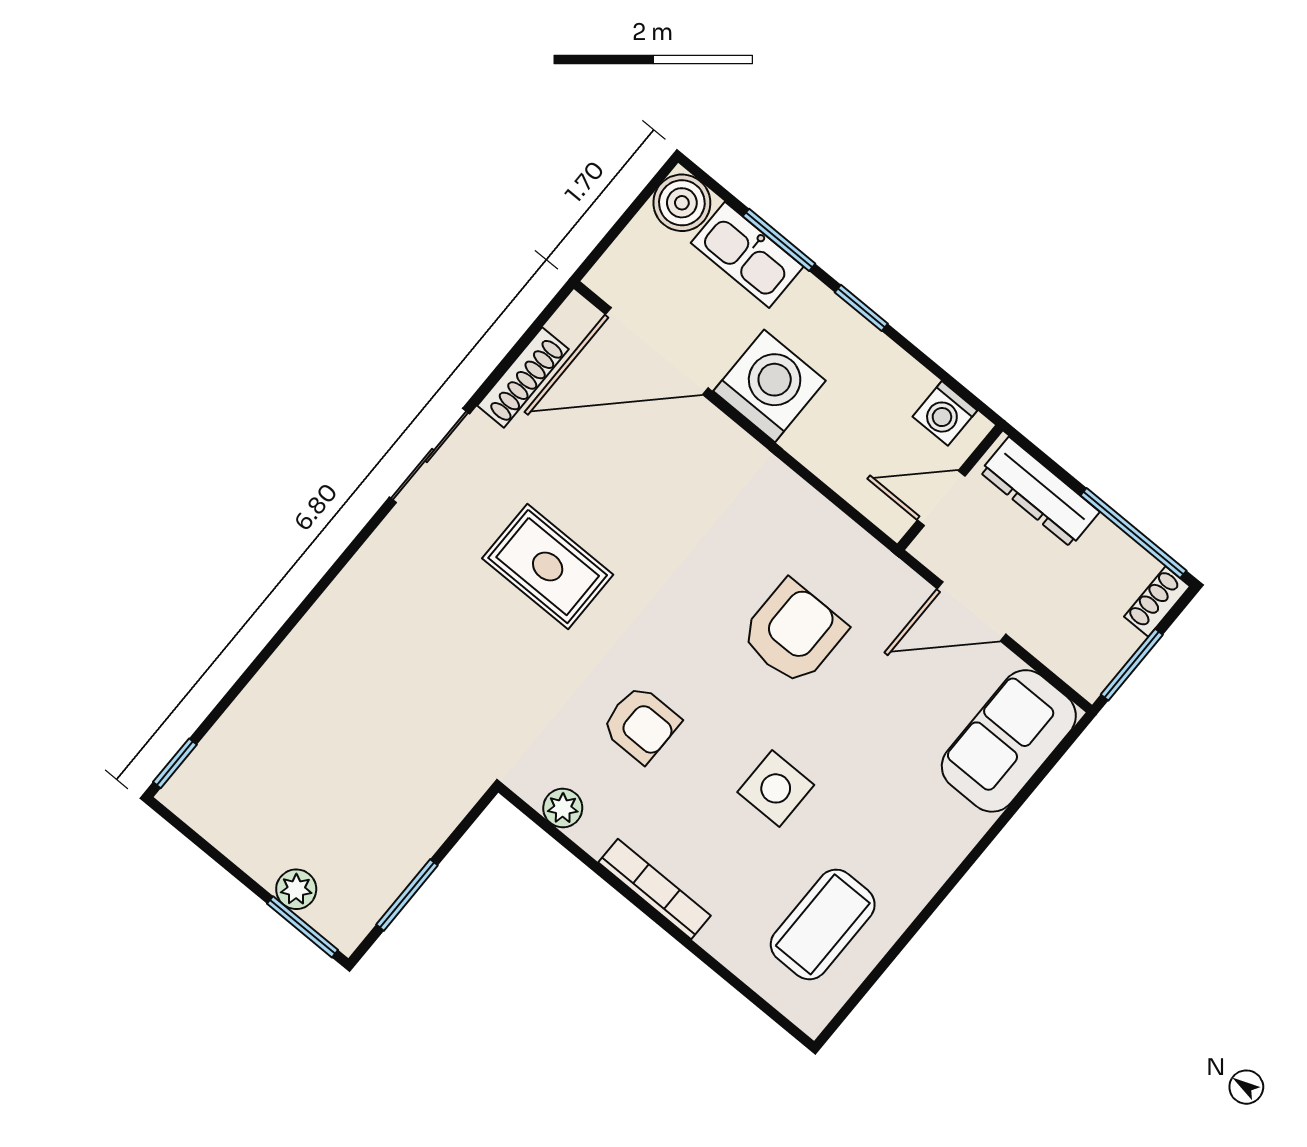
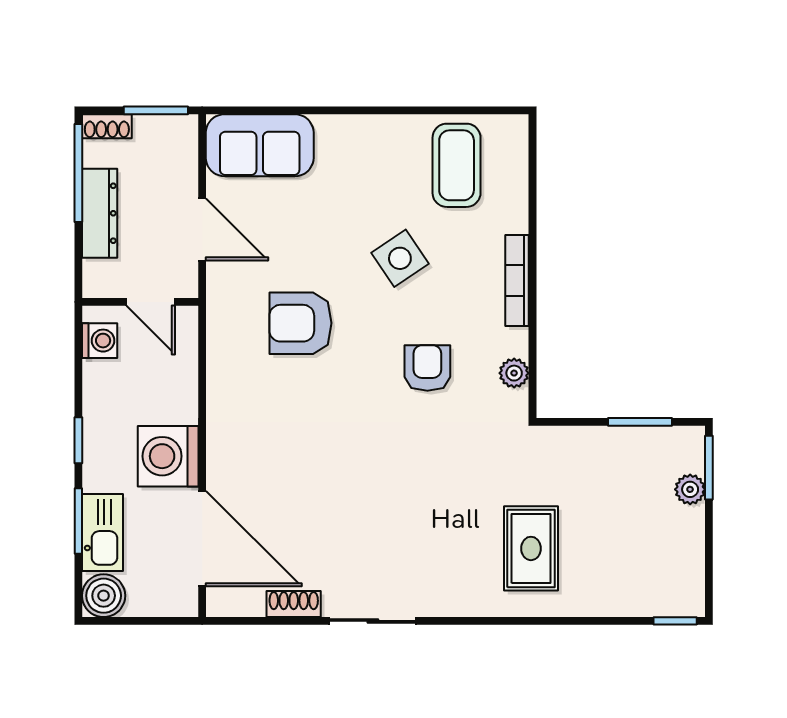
shoe rack: (523, 377) -> (294, 604), width x0.70
dresser: (1040, 492) -> (100, 213), moved
rug: (548, 567) -> (531, 548), moved
side table: (776, 788) -> (400, 258), turned -34
coffee table: (823, 924) -> (457, 165), turned 90

